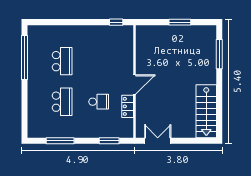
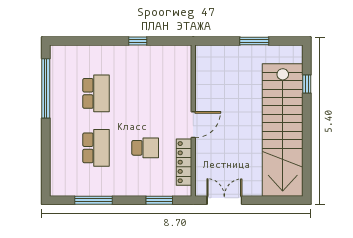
window: (116, 22) -> (138, 41), moved
window: (219, 54) -> (307, 84), width x0.46
locker: (128, 106) -> (184, 162), width x1.53
stairs: (206, 111) -> (283, 130), width x1.86, depth x1.51

